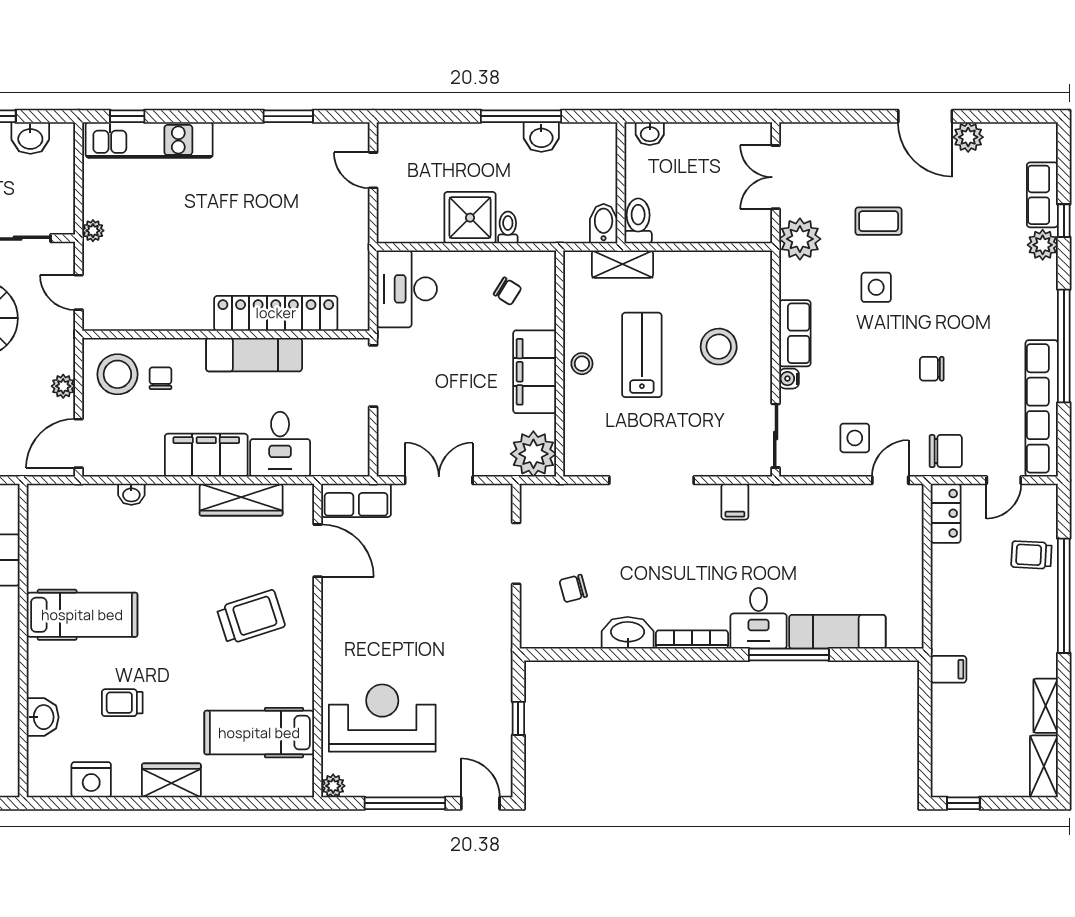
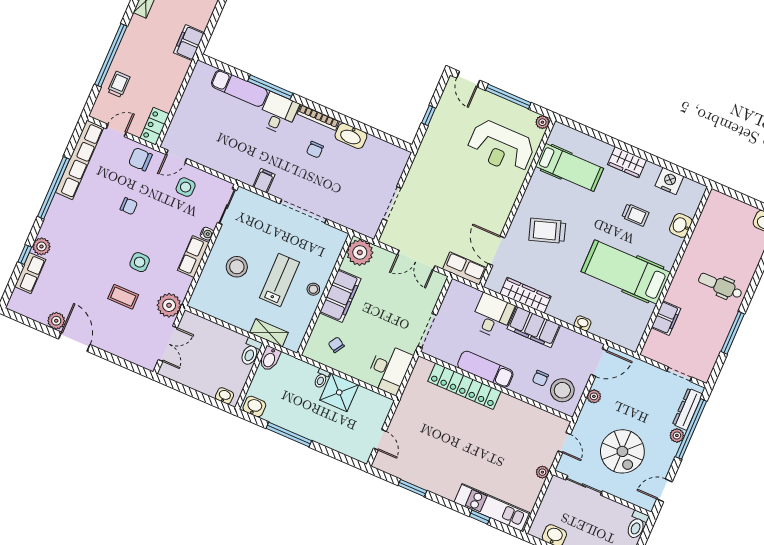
window: (127, 116) -> (480, 517), moved
washbasin: (541, 137) -> (254, 407), moved
lab bench: (642, 355) -> (280, 280), turned 180
trolley: (1031, 555) -> (119, 84), turned -93
chair: (573, 588) -> (315, 150), moved, turned 105
hospital bed: (82, 615) -> (626, 272), width x1.37, depth x1.29
filing cabinet: (949, 669) -> (189, 43), width x2.00

